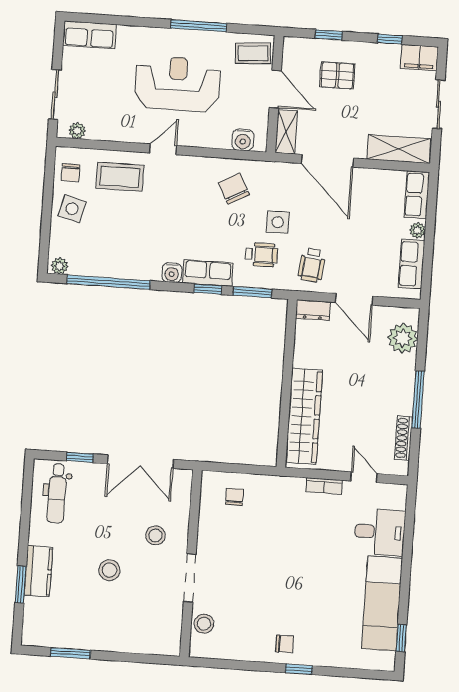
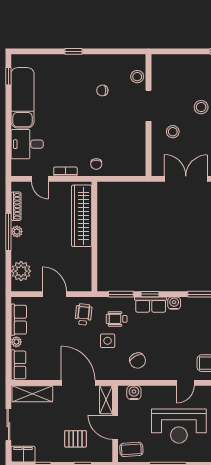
dresser: (313, 310) -> (81, 285), removed
plant: (405, 399) -> (17, 232), added
chair: (234, 497) -> (96, 164), moved
chair: (284, 644) -> (102, 90), moved

